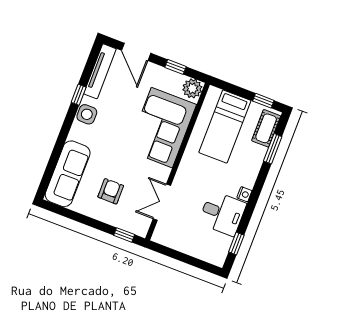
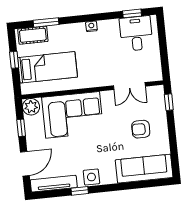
window: (263, 101) -> (14, 60), moved
desk: (222, 213) -> (136, 33), moved

